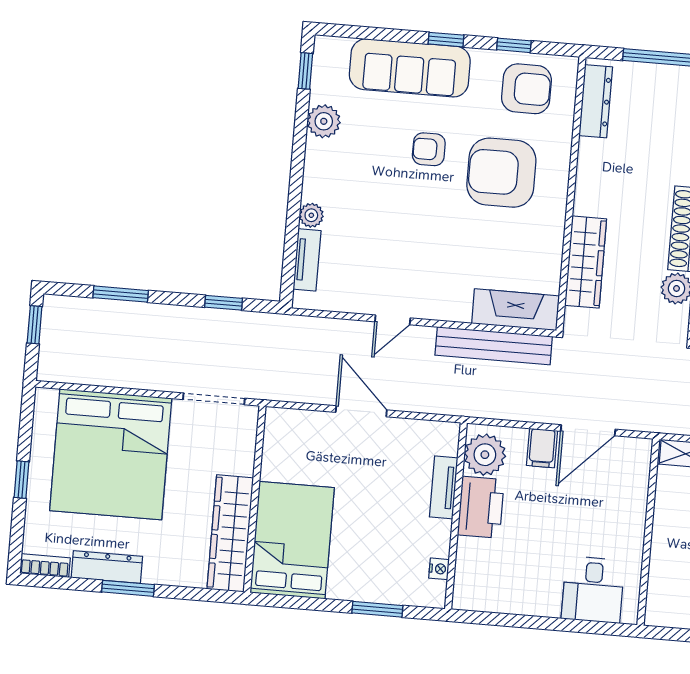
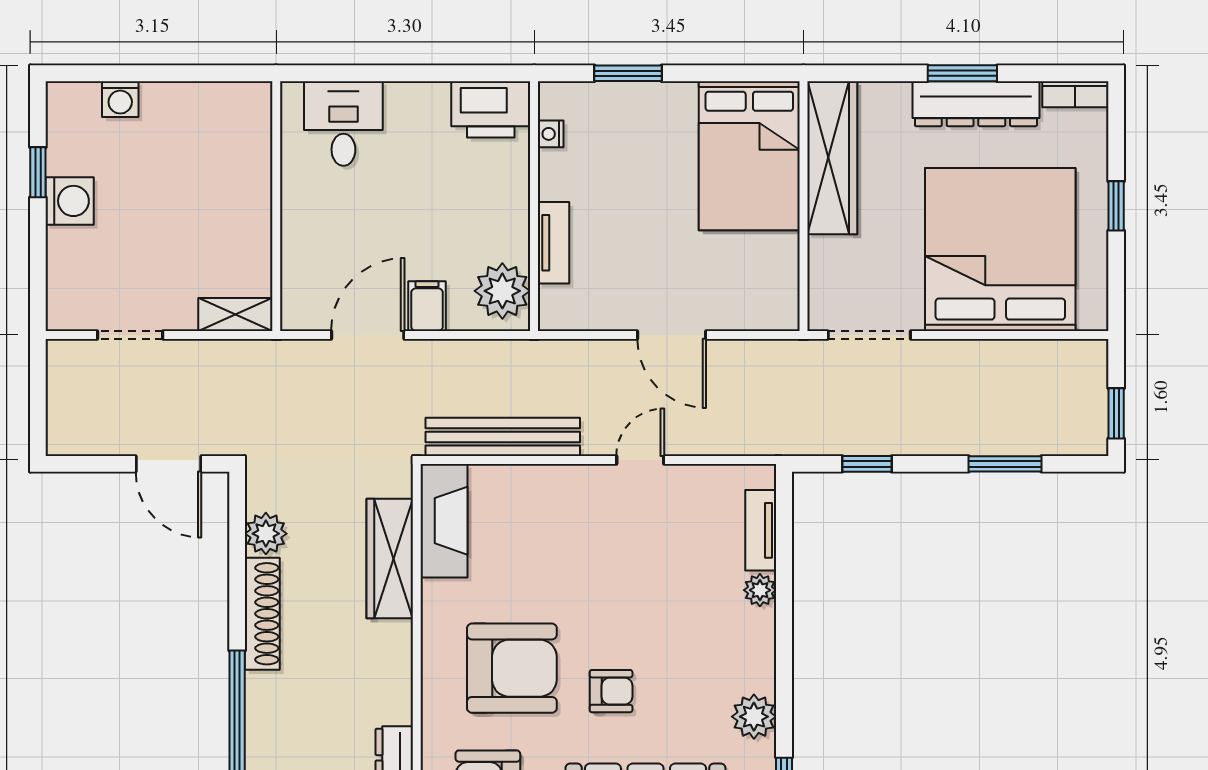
fireplace: (515, 310) -> (444, 521), moved, turned -90
printer: (481, 507) -> (491, 109), moved, turned -90
dresser: (107, 567) -> (976, 104), width x1.37, depth x1.24

